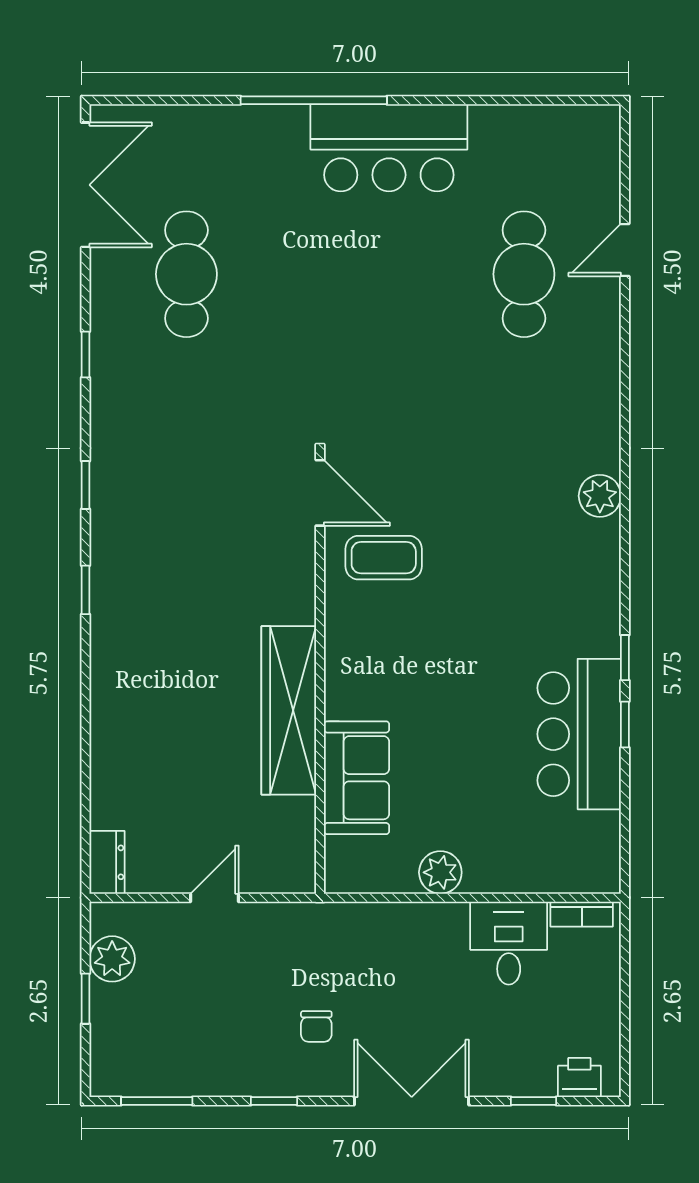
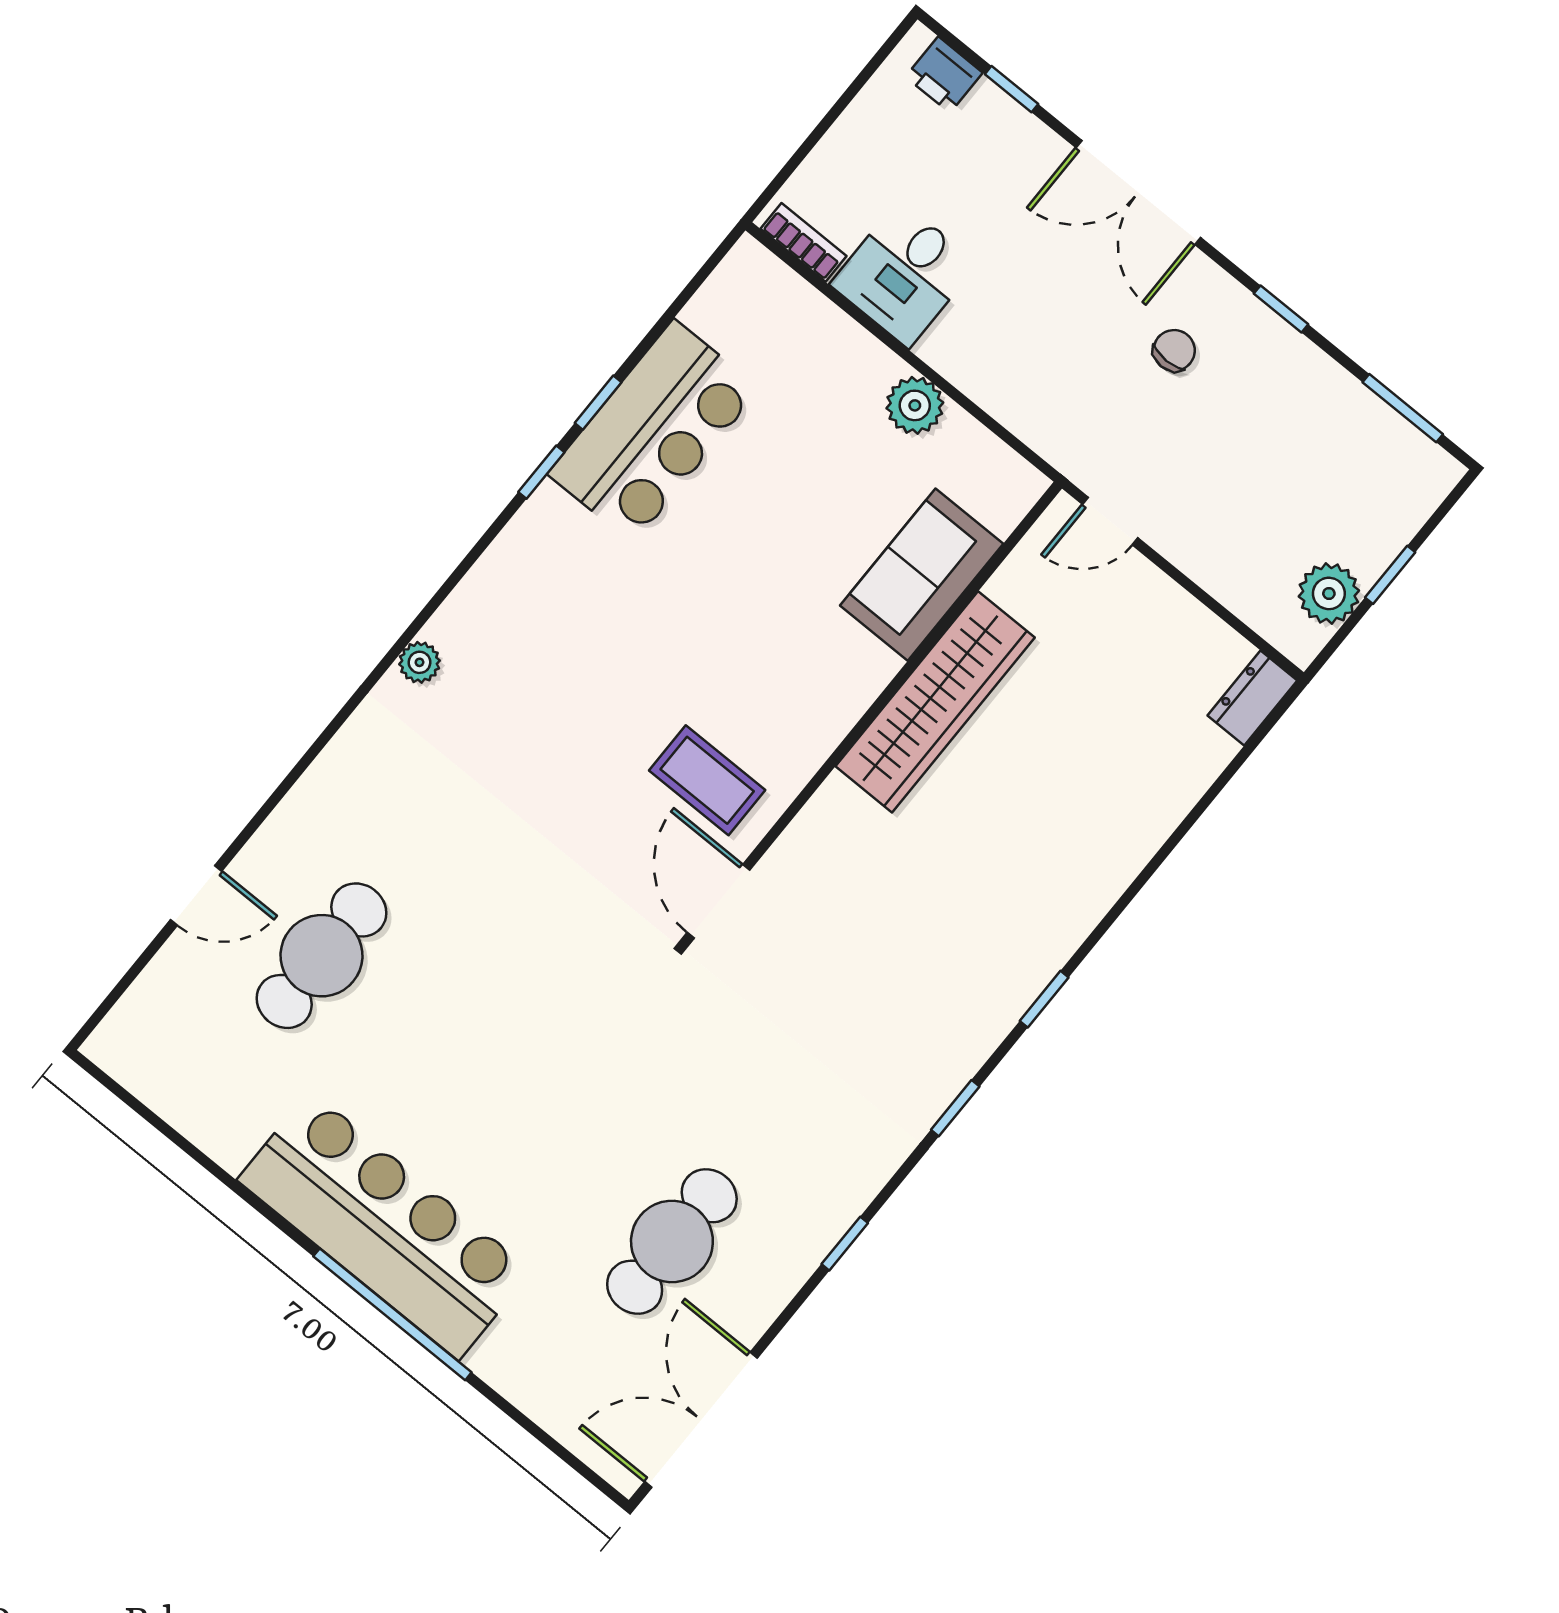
bar counter: (389, 148) -> (384, 1225), width x1.36
plant: (600, 496) -> (420, 662), width x0.73, depth x0.73
door: (215, 898) -> (1110, 521), moved

